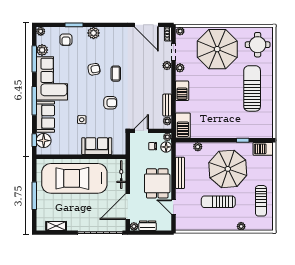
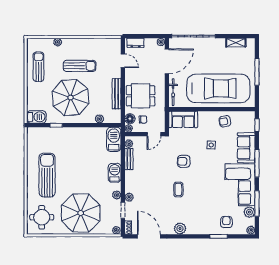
plant: (94, 33) -> (180, 229), moved
armchair: (94, 69) -> (225, 121), moved
sun lounger: (252, 88) -> (47, 175), turned 180
floor lamp: (44, 141) -> (248, 125), removed
sofa: (97, 146) -> (183, 119), moved
dining table: (157, 183) -> (141, 96), moved, turned 90
dresser: (148, 226) -> (136, 43), moved

